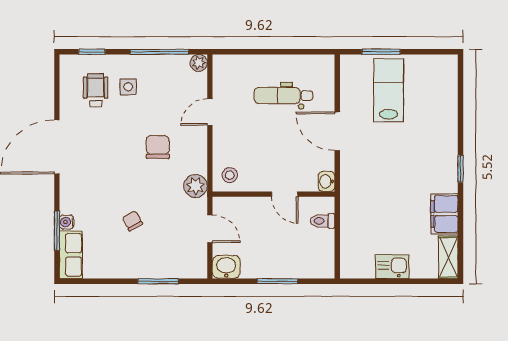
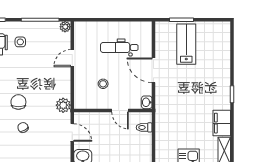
chair: (158, 147) -> (18, 102), moved
stool: (230, 175) -> (103, 84), moved

